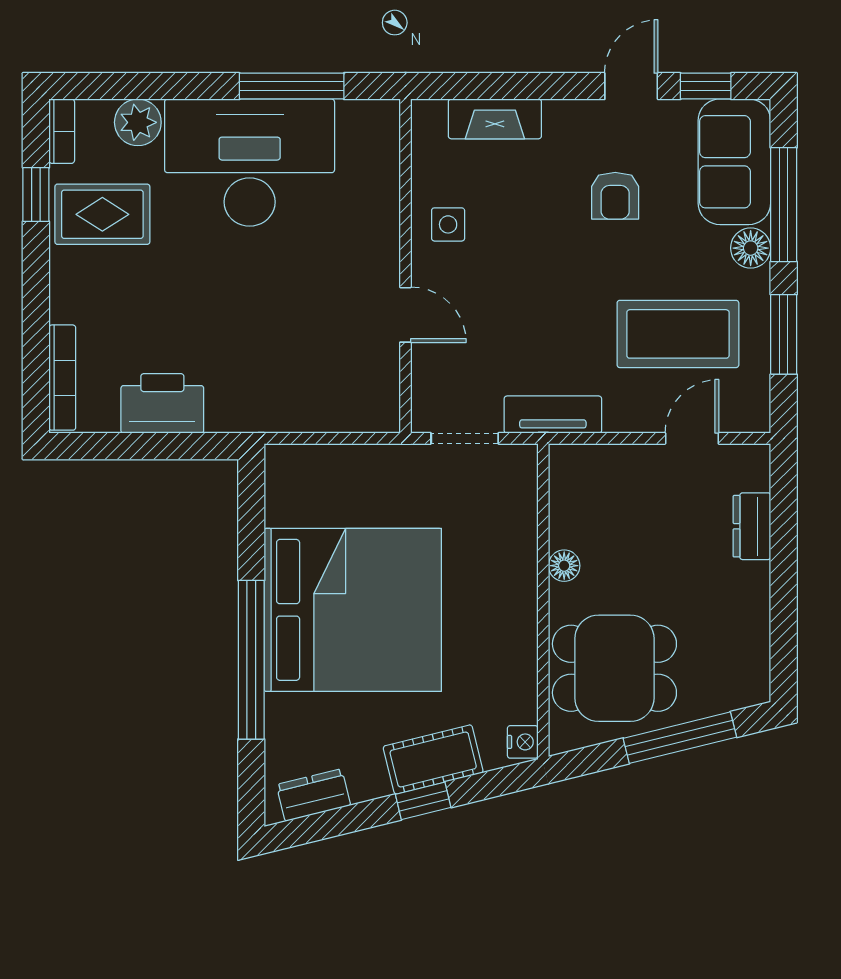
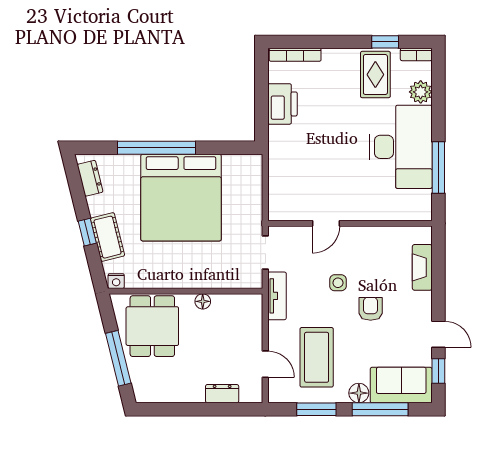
armchair: (615, 196) -> (371, 309), moved, turned 90
side table: (448, 224) -> (338, 283), moved

